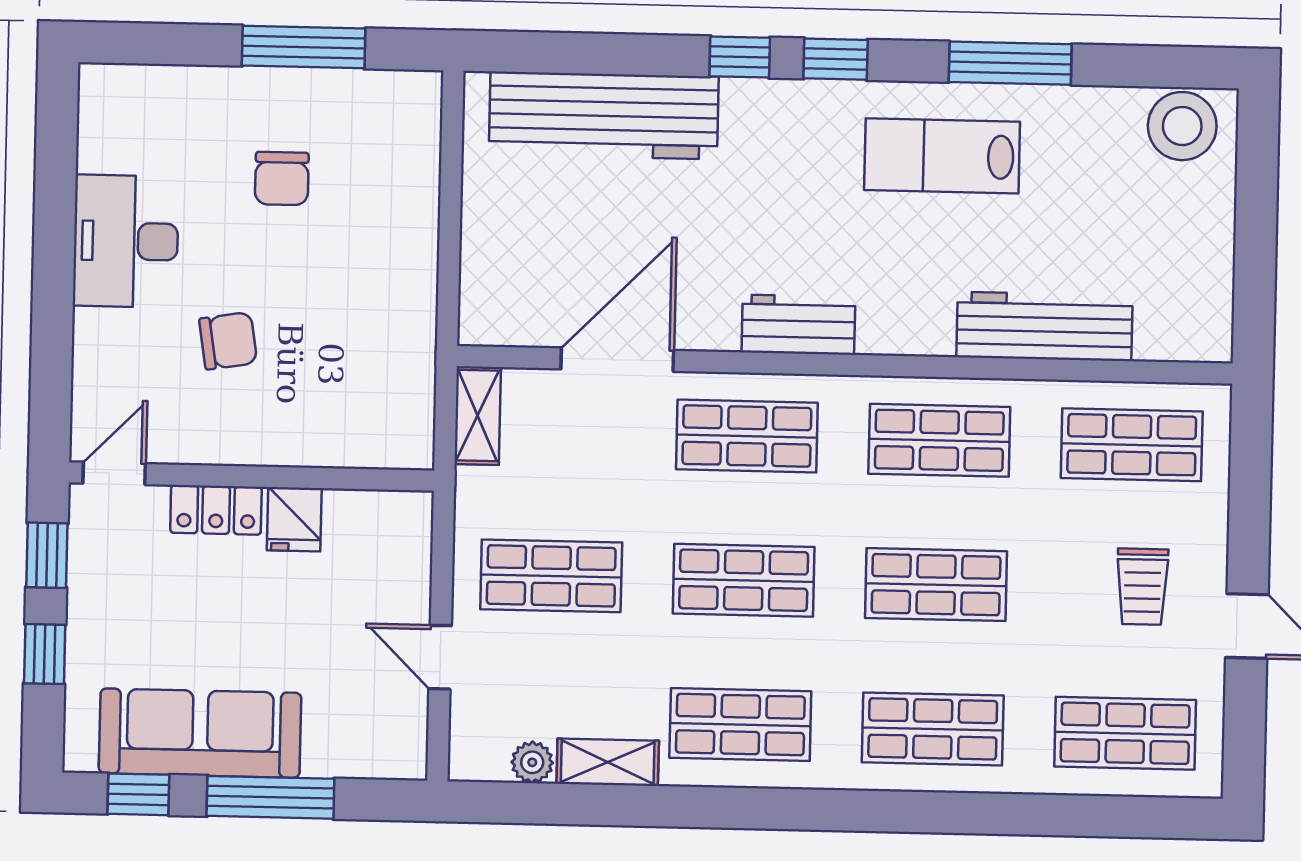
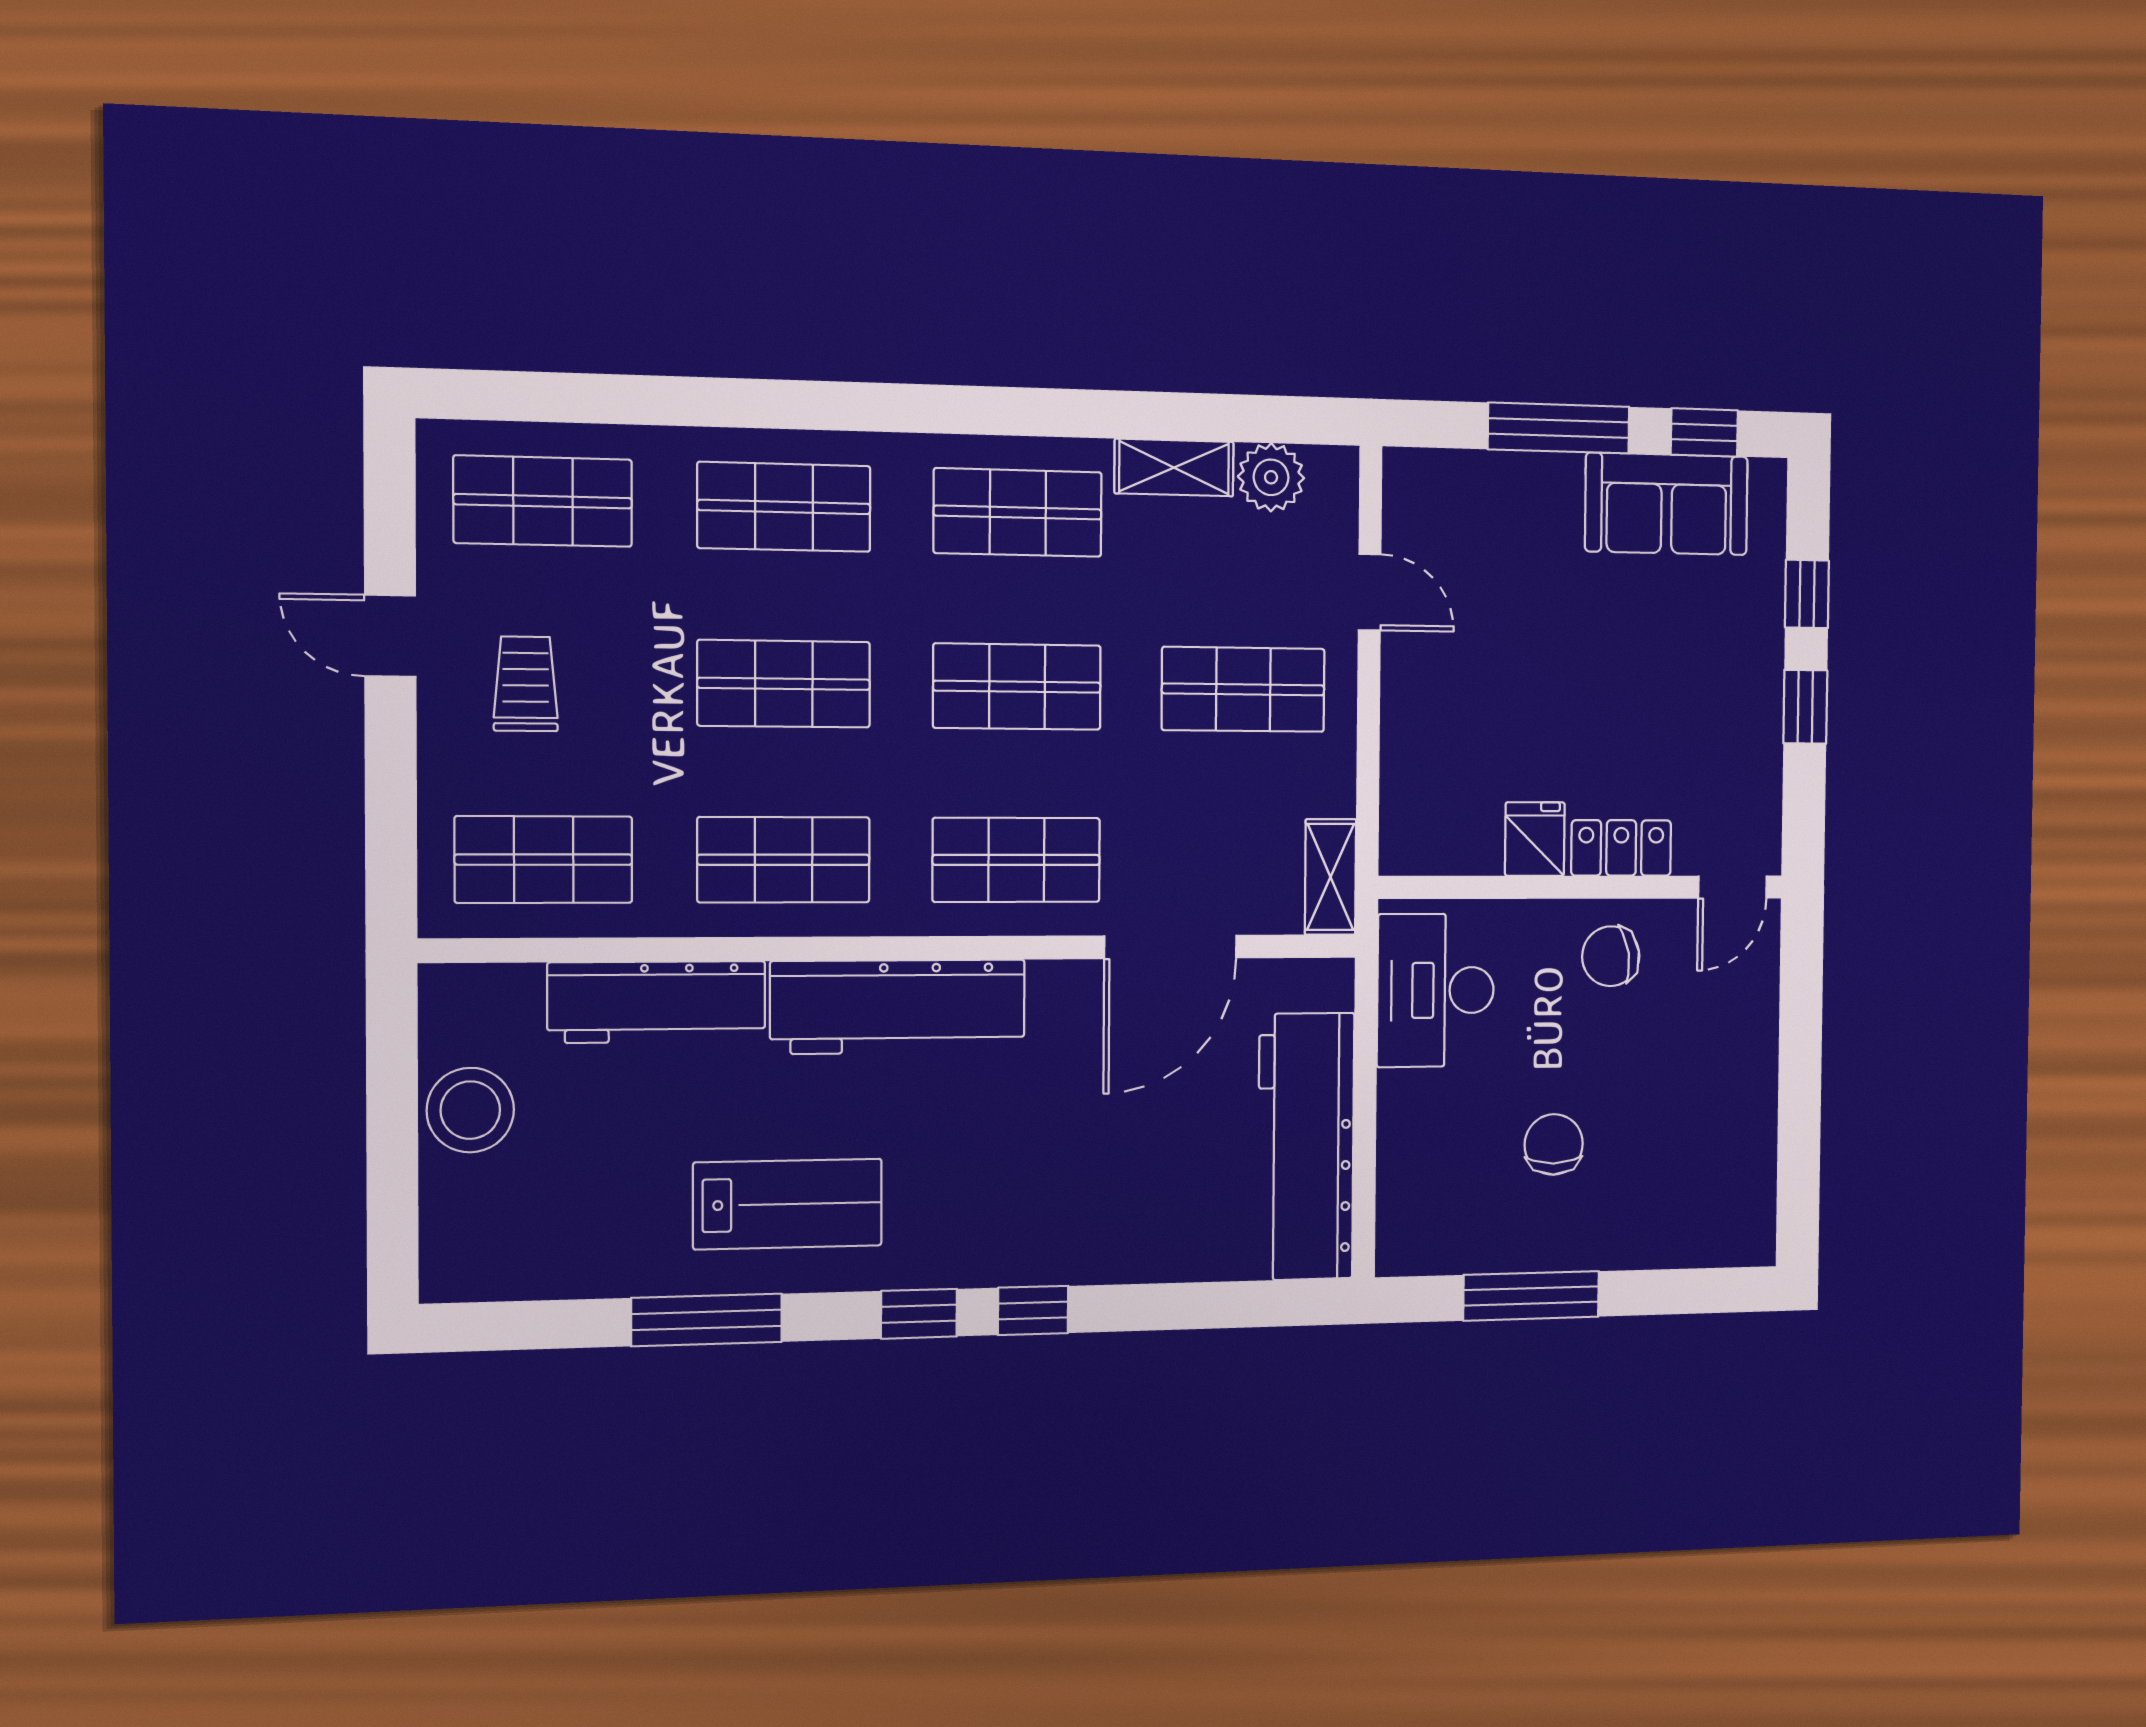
workbench: (604, 115) -> (1306, 1147), moved, turned -90
stool: (1182, 126) -> (470, 1110), moved
desk: (126, 241) -> (1436, 990), moved, turned 180
workbench: (798, 325) -> (898, 1007), width x1.88, depth x1.32
door: (114, 473) -> (1732, 887), moved
wall: (251, 476) -> (1583, 887), moved
locker: (216, 510) -> (1621, 848), moved
fridge: (294, 519) -> (1535, 839), moved
sofa: (200, 733) -> (1667, 504), width x0.73
plant: (532, 762) -> (1271, 477), width x1.38, depth x1.38

